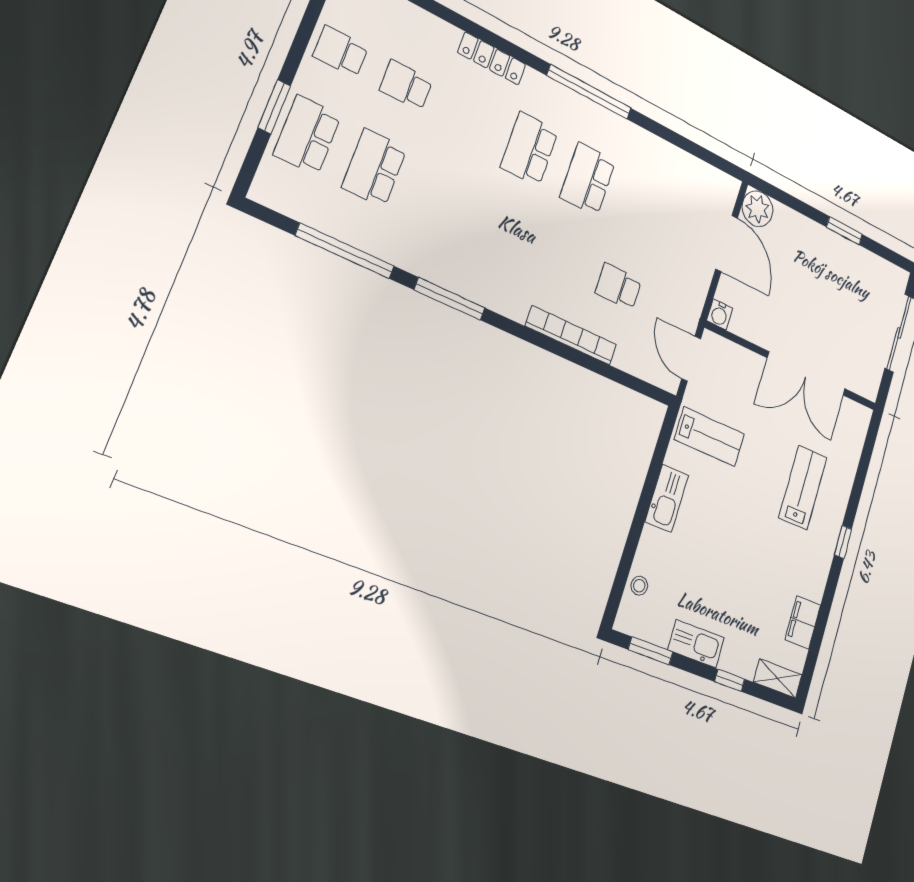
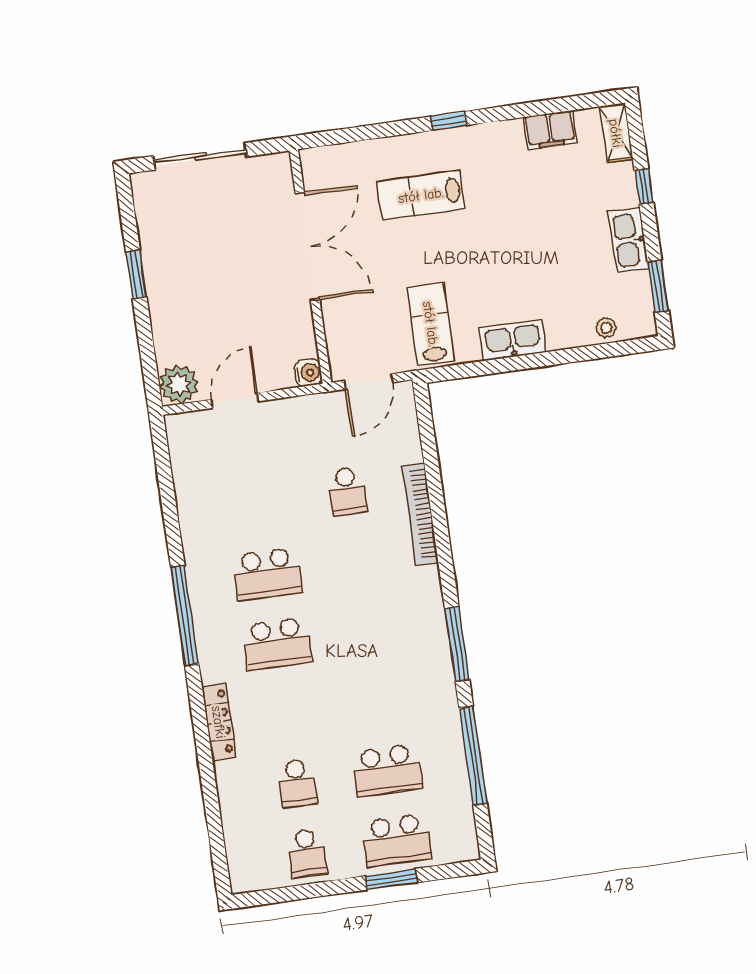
door: (727, 243) -> (235, 400), width x0.73

